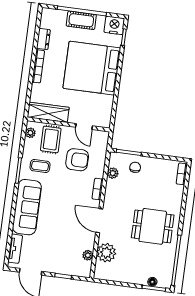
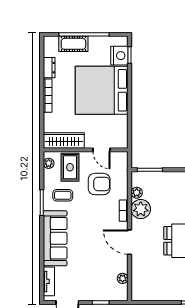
cot: (81, 20) -> (73, 44), moved
nightstand: (114, 25) -> (119, 56), moved, turned 90
chair: (135, 167) -> (158, 184), removed
plant: (106, 253) -> (141, 209), moved

